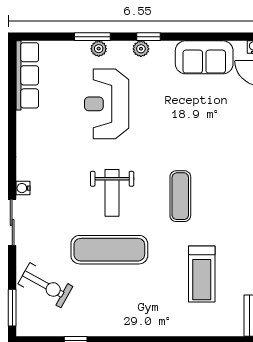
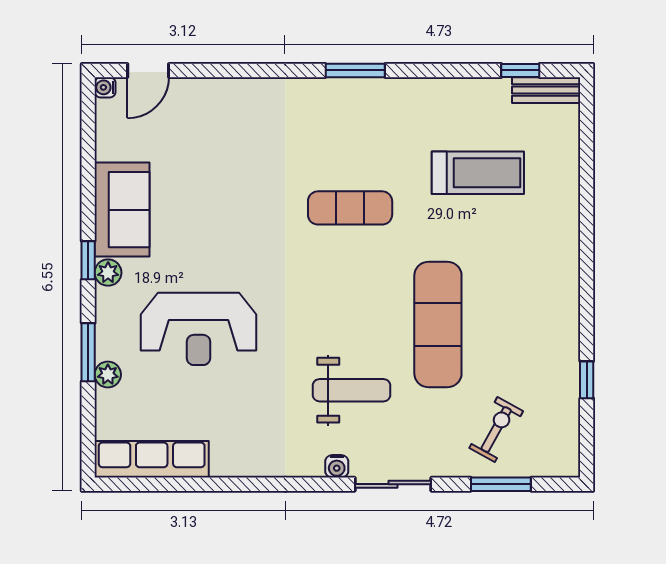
plant: (99, 49) -> (108, 374), moved
sofa: (204, 57) -> (122, 210), moved
weight bench: (112, 193) -> (352, 390), moved
exercise bike: (45, 285) -> (496, 430), width x0.73, depth x0.72
window: (12, 308) -> (501, 484), moved

